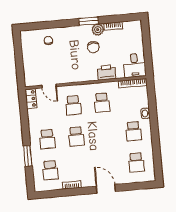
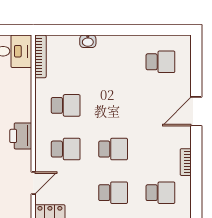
printer: (107, 72) -> (21, 136), moved
school desk: (133, 131) -> (113, 62), removed

